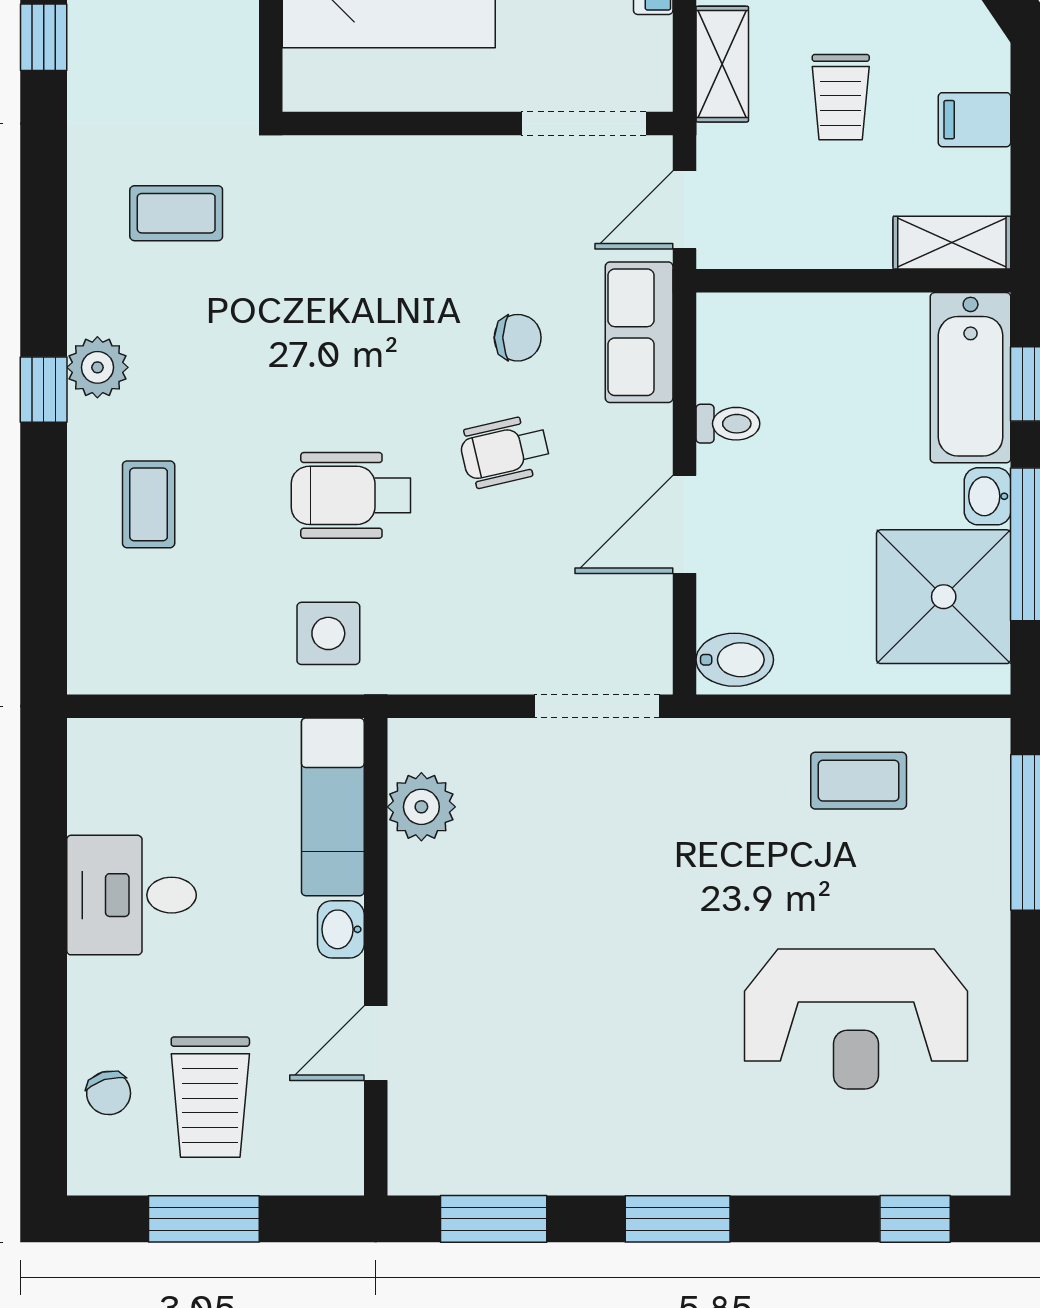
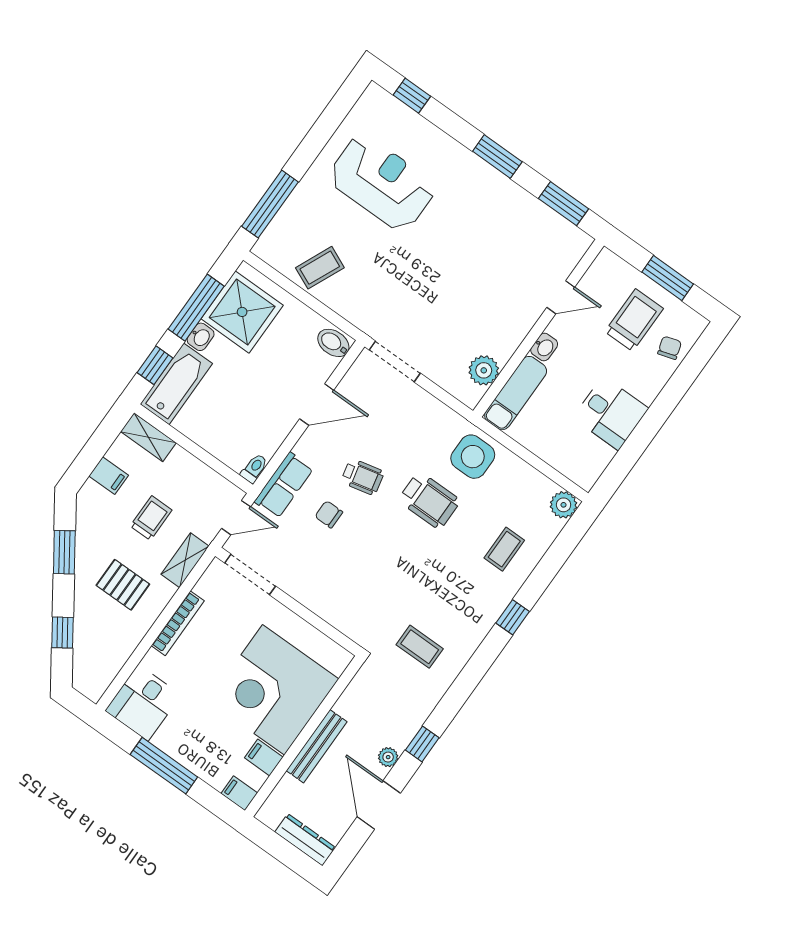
plant: (97, 367) -> (564, 505), moved
toilet: (728, 424) -> (254, 468), moved, turned 90
side table: (328, 633) -> (473, 457), width x1.37, depth x1.37
coffee table: (859, 781) -> (320, 268), turned -66

